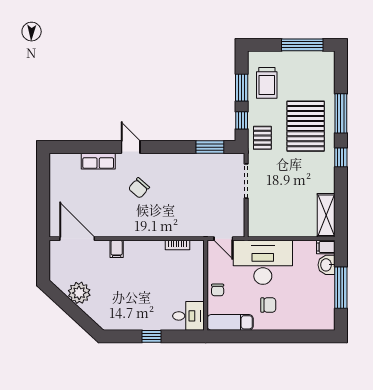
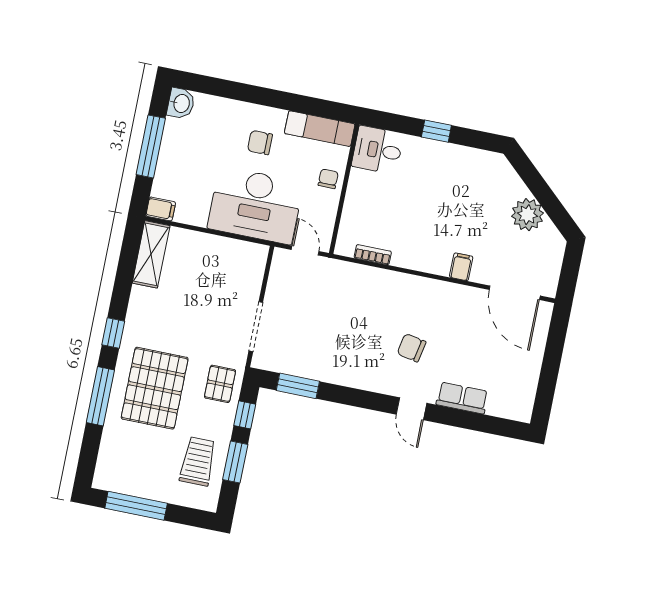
chair: (139, 188) -> (411, 348), turned -120
washbasin: (327, 265) -> (181, 103), moved

